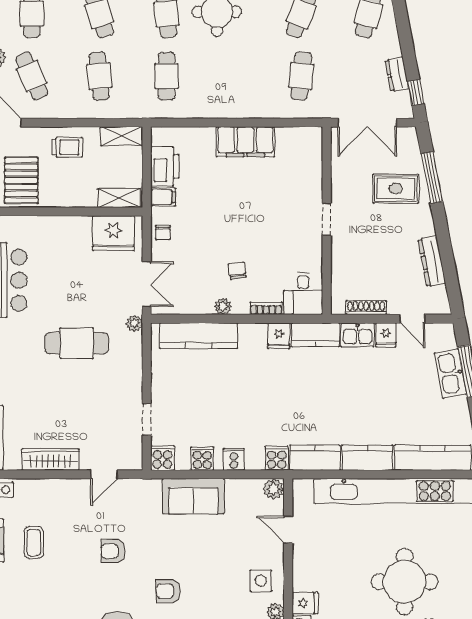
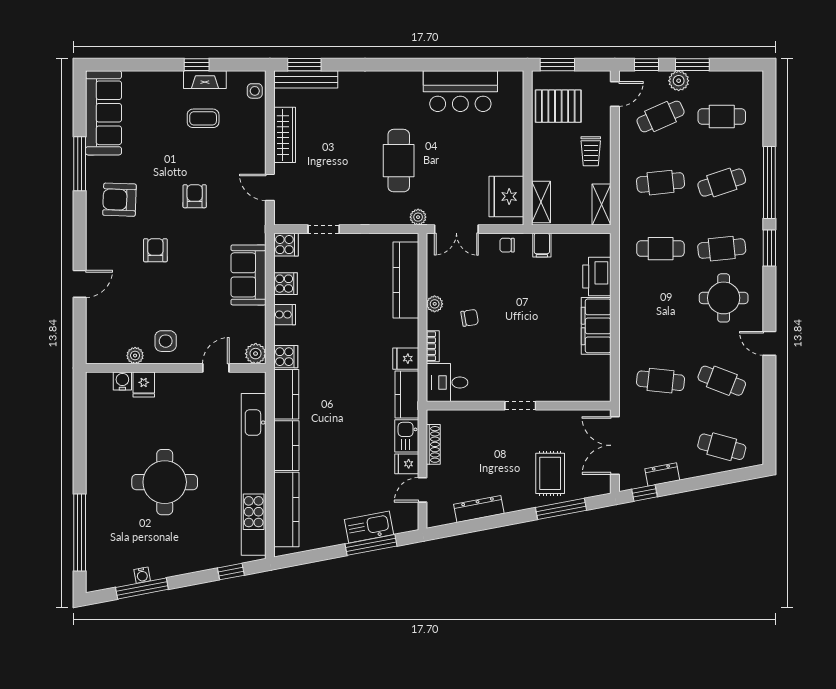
printer: (165, 167) -> (597, 276), moved, turned 90

